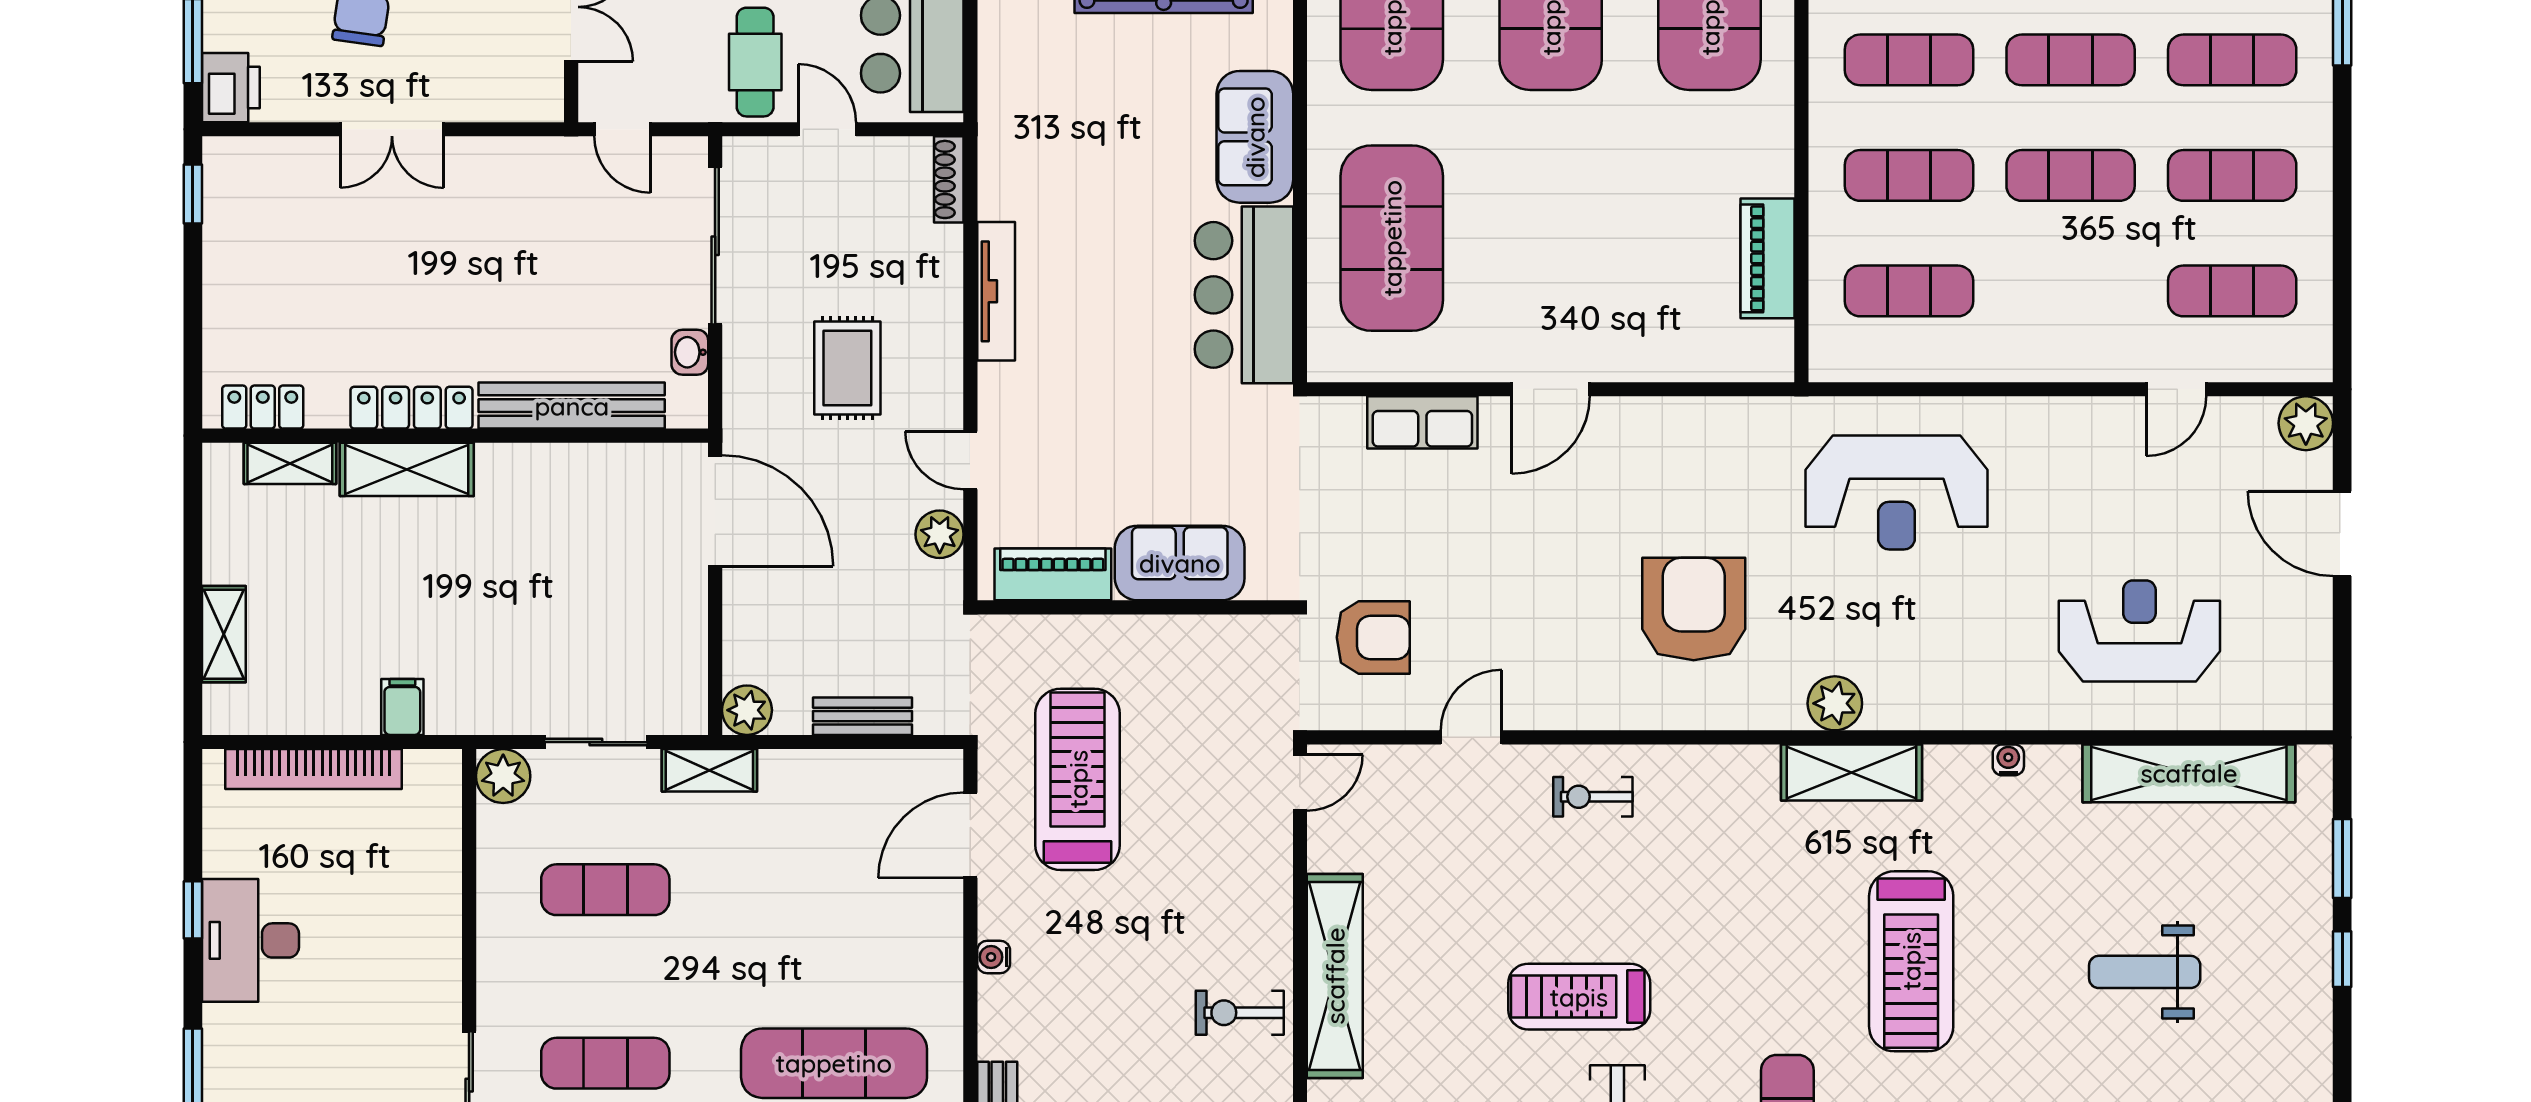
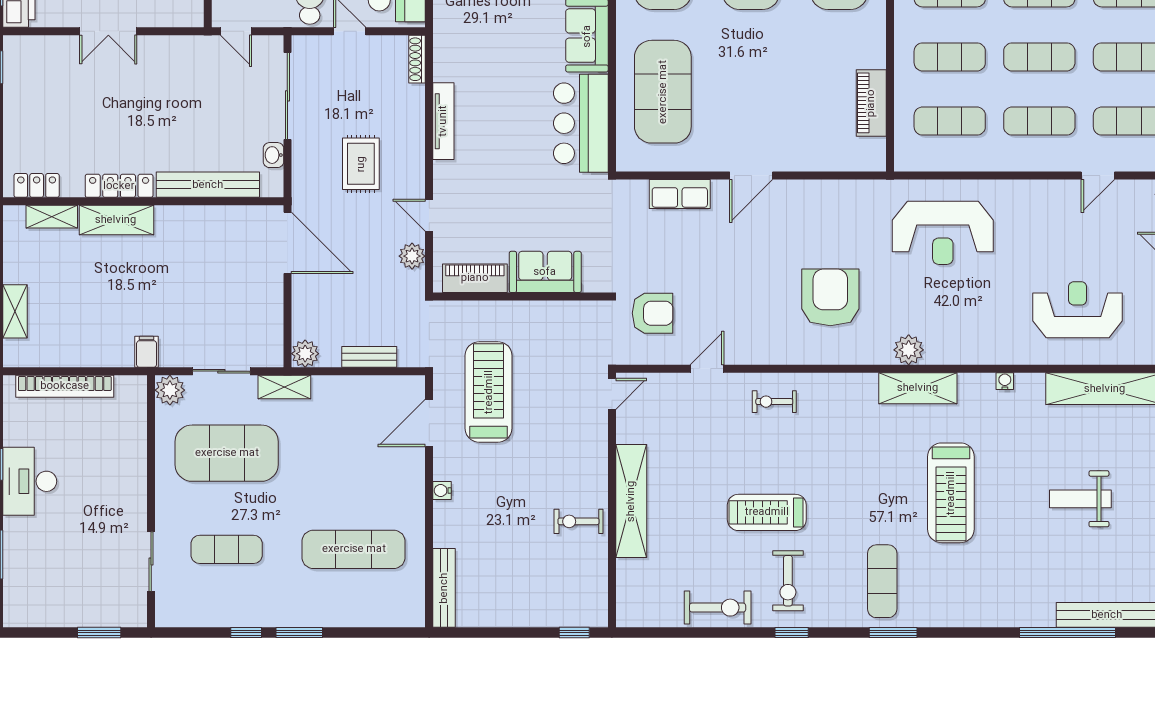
exercise mat: (2071, 291) -> (1039, 121), added
filing cabinet: (402, 707) -> (147, 352), moved
exercise mat: (605, 890) -> (227, 453), width x2.00, depth x1.45

